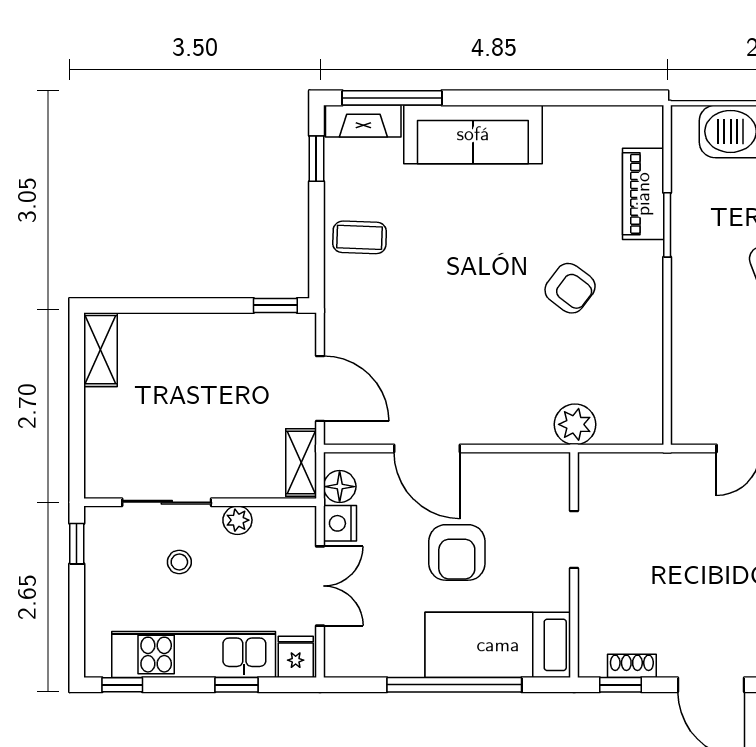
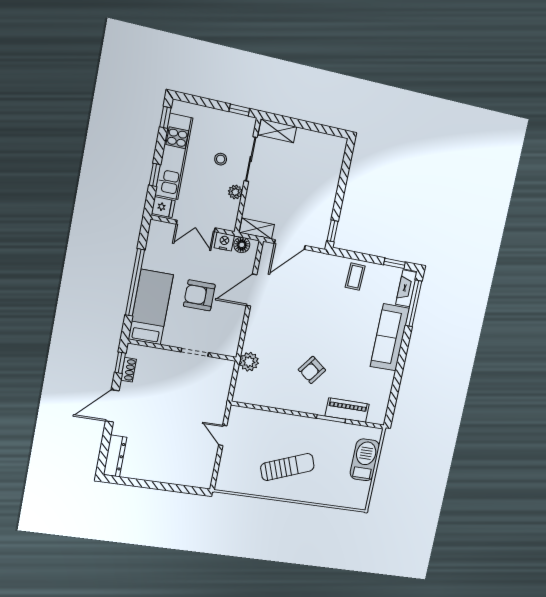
shelving: (100, 350) -> (277, 131), moved

